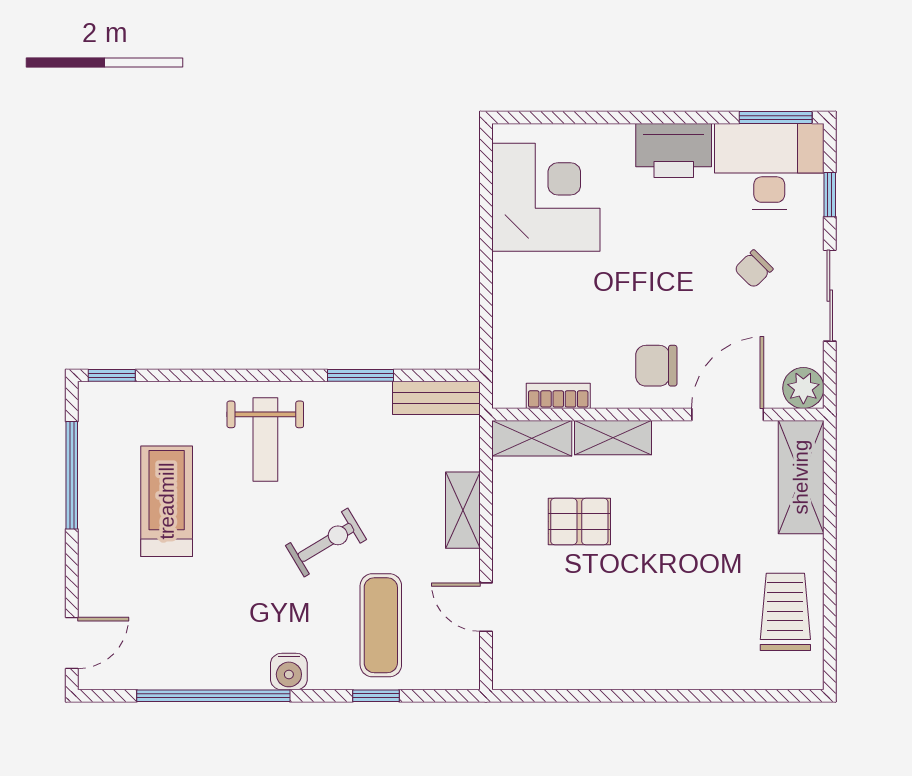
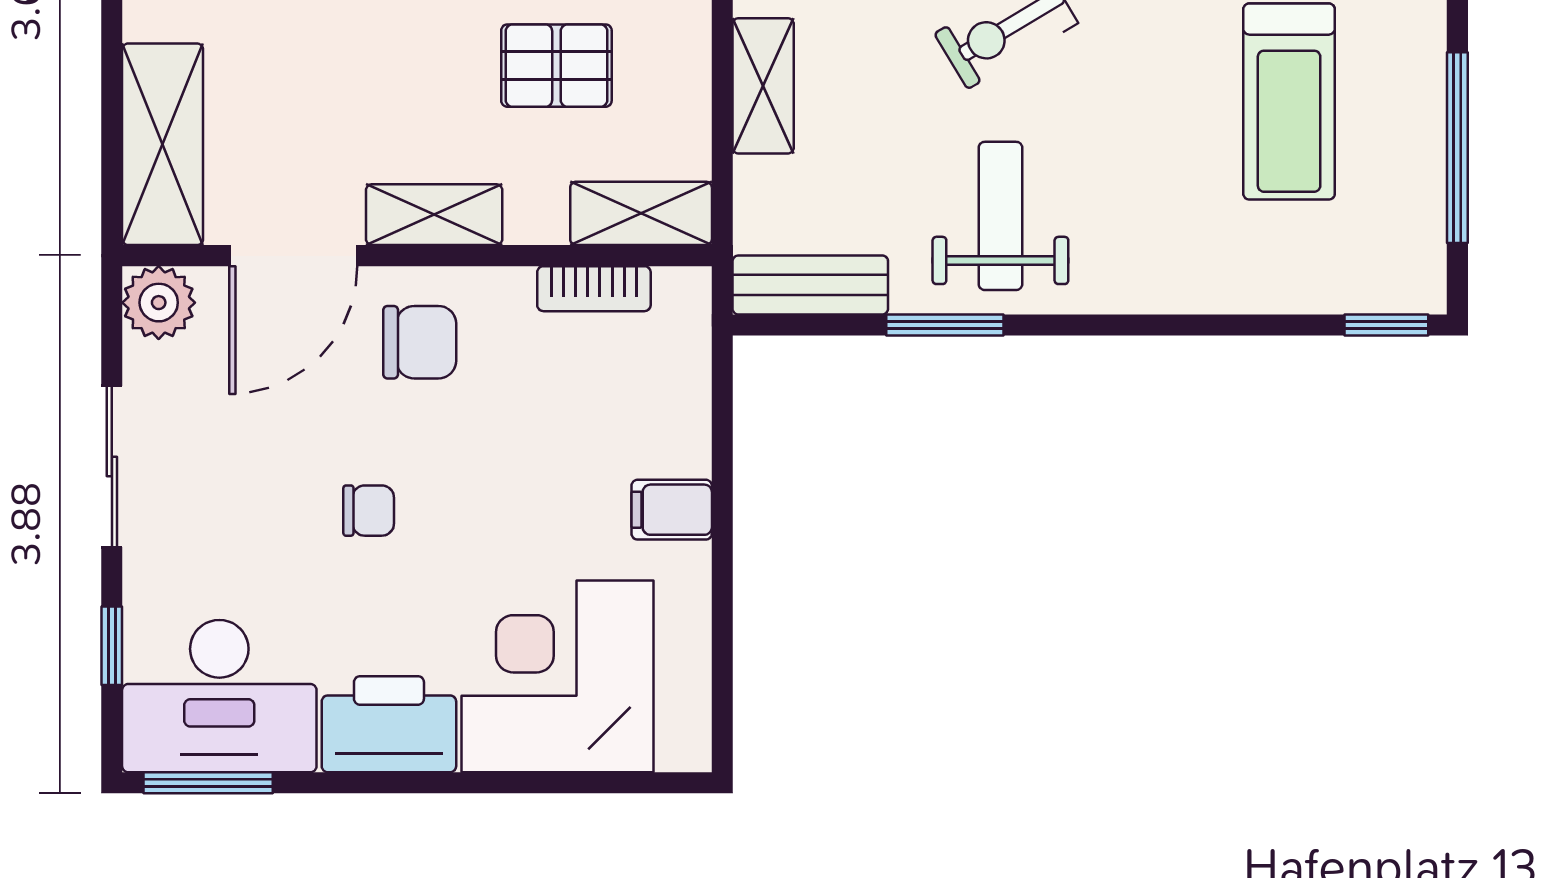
corner desk: (546, 197) -> (557, 676), moved, turned 90
chair: (754, 269) -> (369, 511), moved, turned 45
filing cabinet: (514, 271) -> (672, 510), added
shelving: (613, 438) -> (434, 215), moved
weight bench: (265, 439) -> (1000, 216), moved

